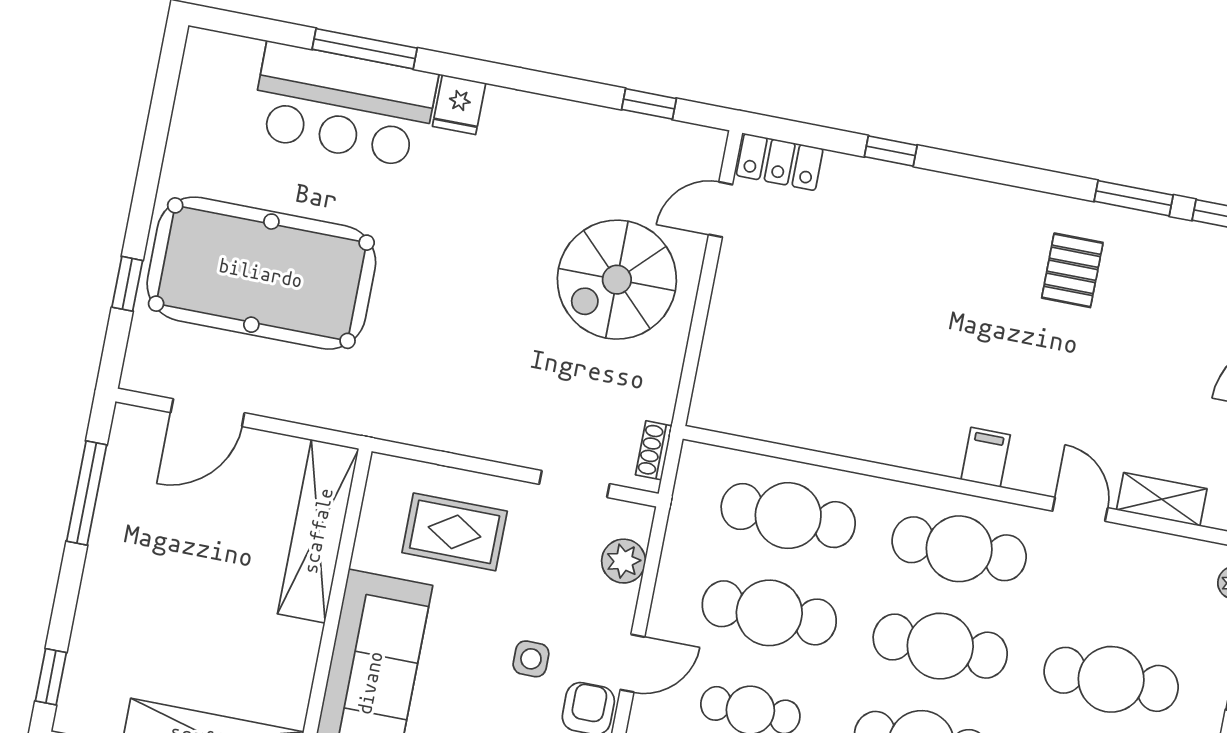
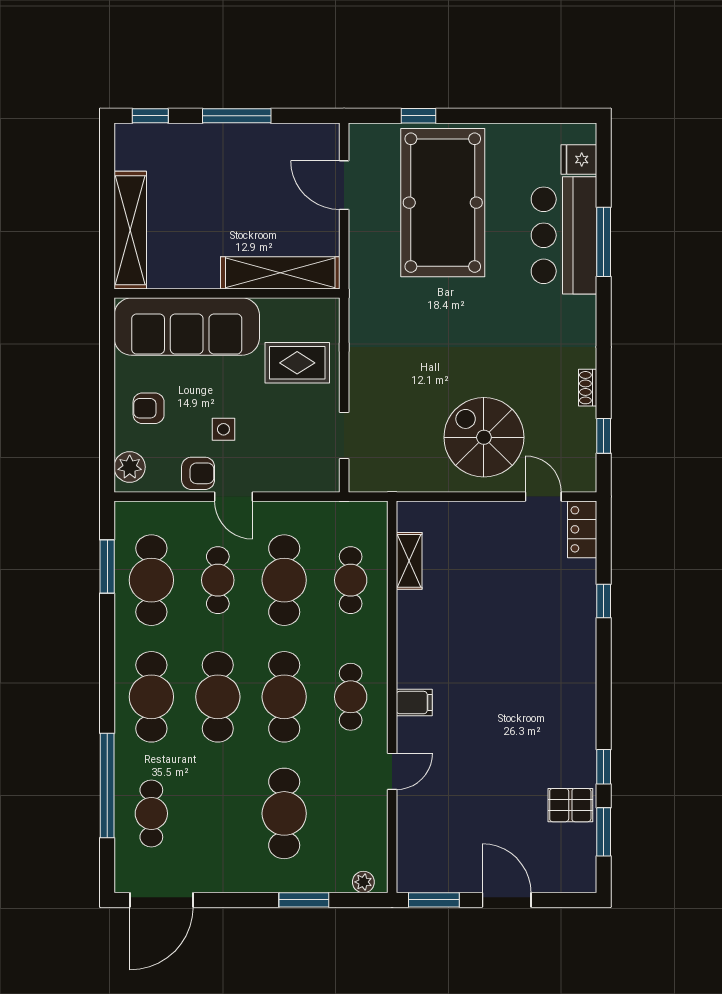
fridge: (459, 105) -> (579, 159), moved
window: (1134, 198) -> (604, 767), width x0.67
pallet: (1072, 270) -> (570, 805), moved
shoe rack: (654, 450) -> (588, 388), moved, turned -90
window: (87, 493) -> (237, 116), moved
shelving: (1162, 499) -> (409, 561), moved
cafe table: (788, 516) -> (351, 580), width x0.73, depth x0.74
rug: (455, 532) -> (297, 363), turned 90
cafe table: (959, 549) -> (351, 697), width x0.73, depth x0.74
plant: (624, 561) -> (300, 478), removed

